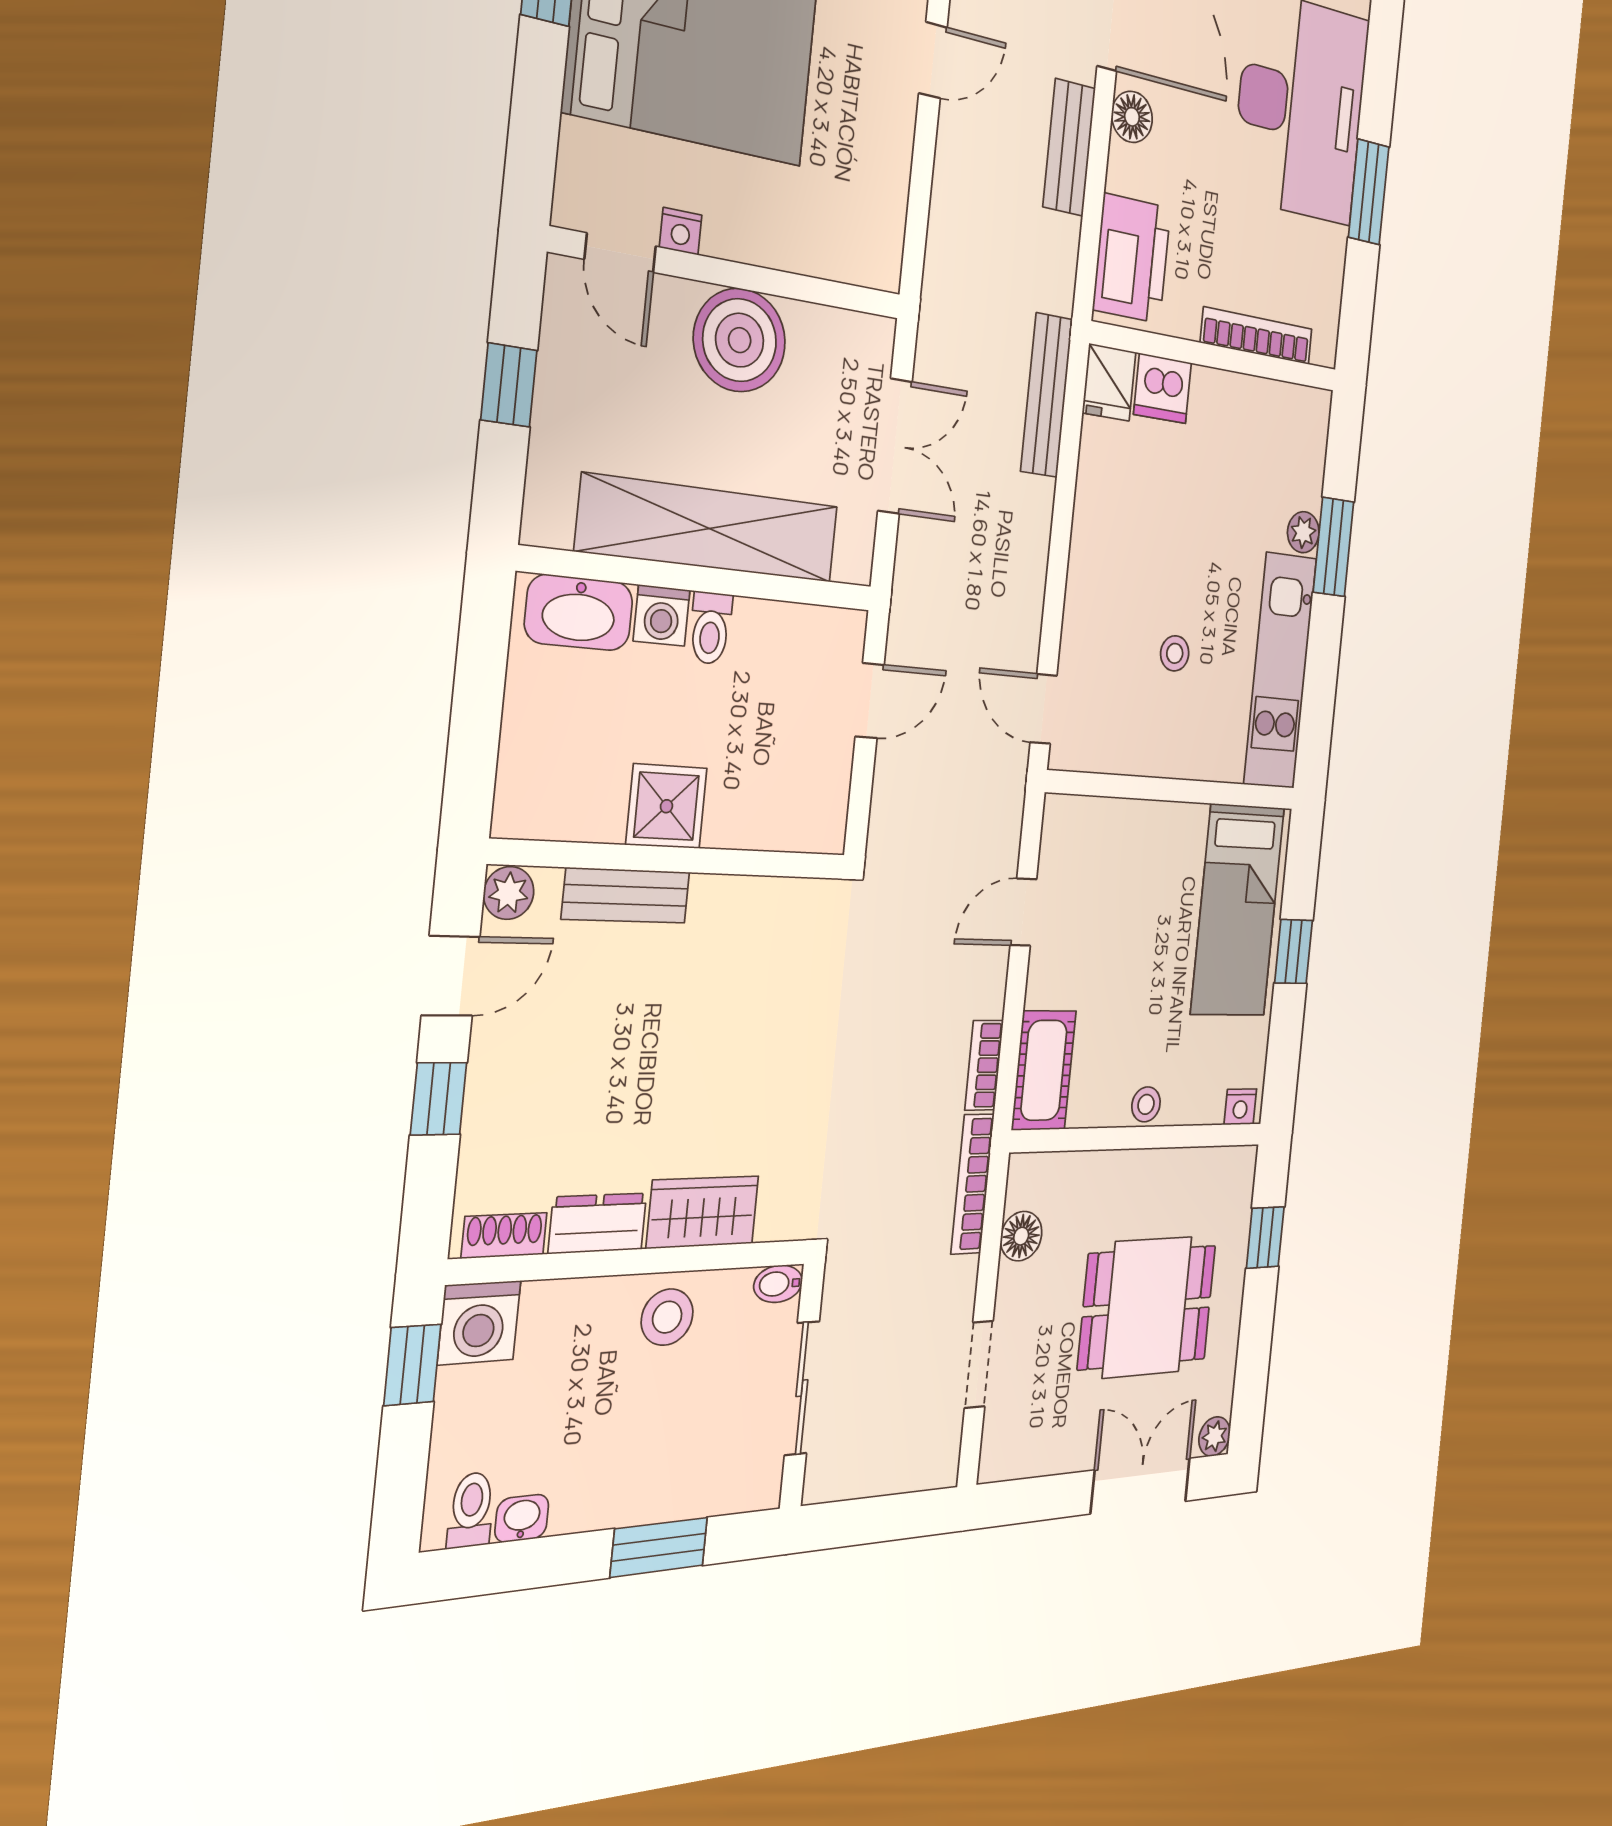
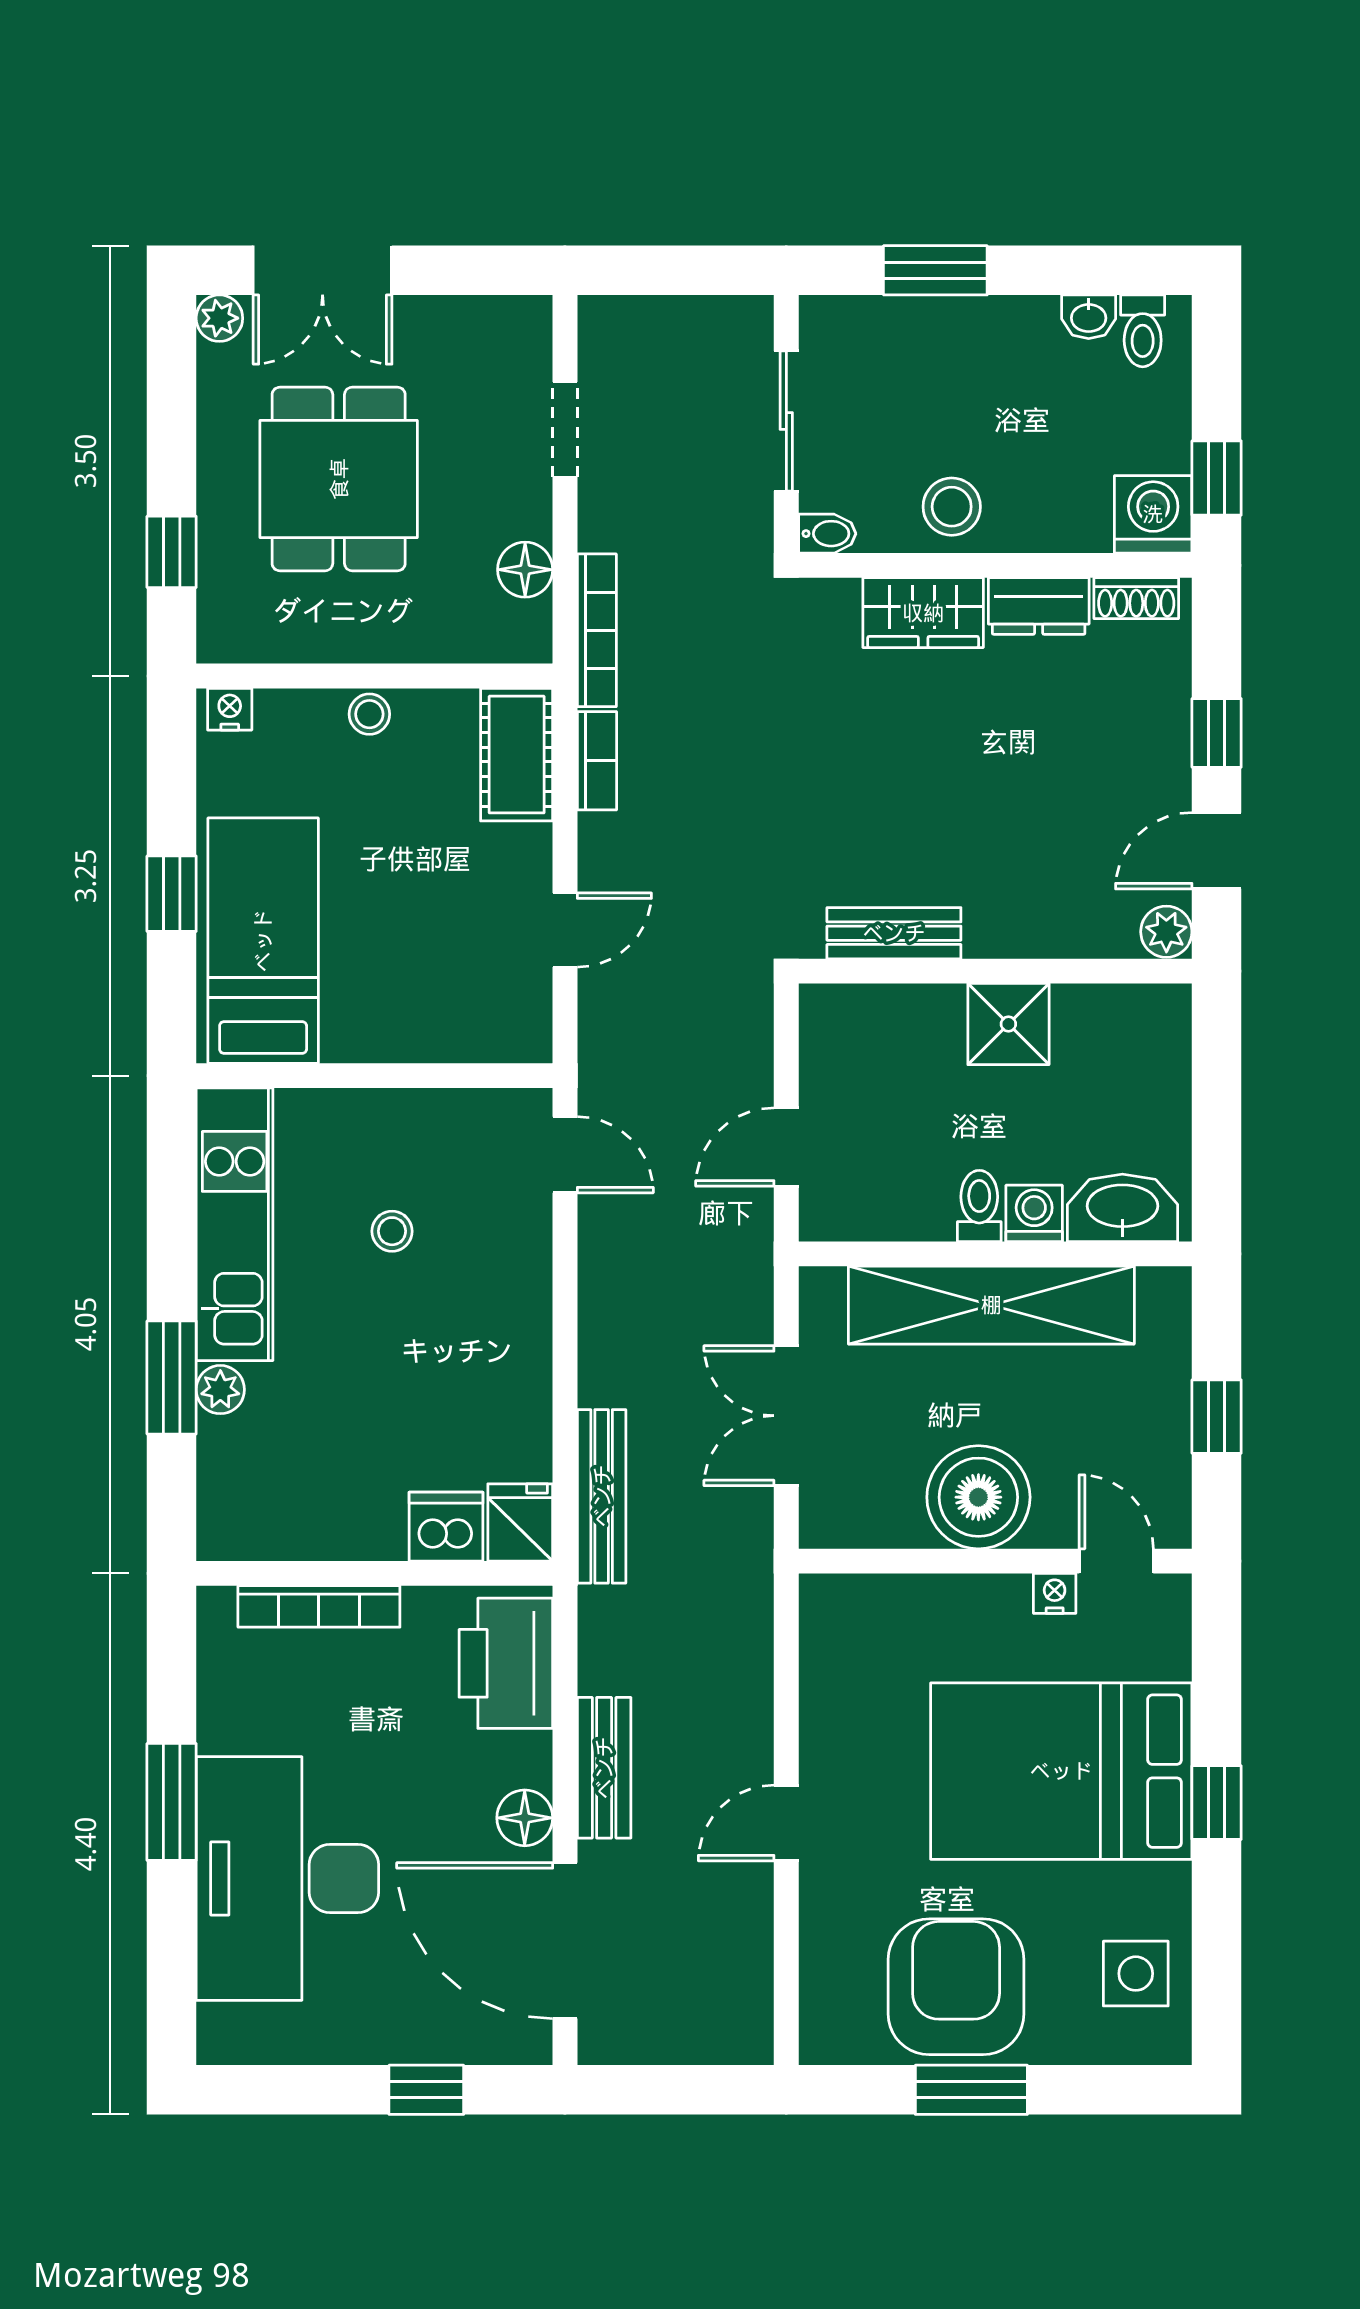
bench: (626, 895) -> (894, 933), moved
dining table: (1147, 1307) -> (339, 479), turned 90

